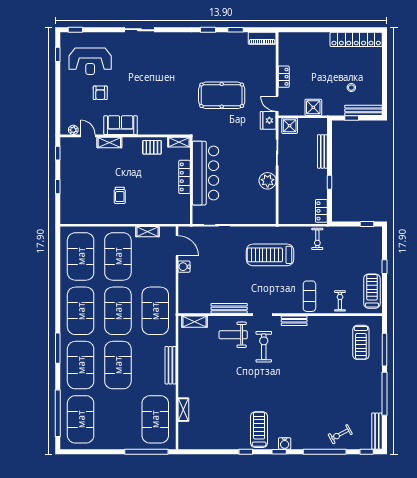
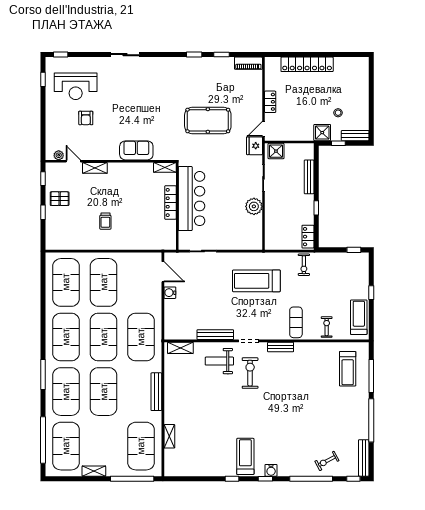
locker: (356, 39) -> (307, 64), moved
door: (277, 104) -> (263, 129), hinge flipped
shower: (313, 107) -> (322, 133), moved
bench: (363, 110) -> (355, 136), width x0.73
sofa: (121, 125) -> (136, 150), moved
pallet: (152, 147) -> (60, 199), moved
shelving: (147, 232) -> (94, 471), moved

